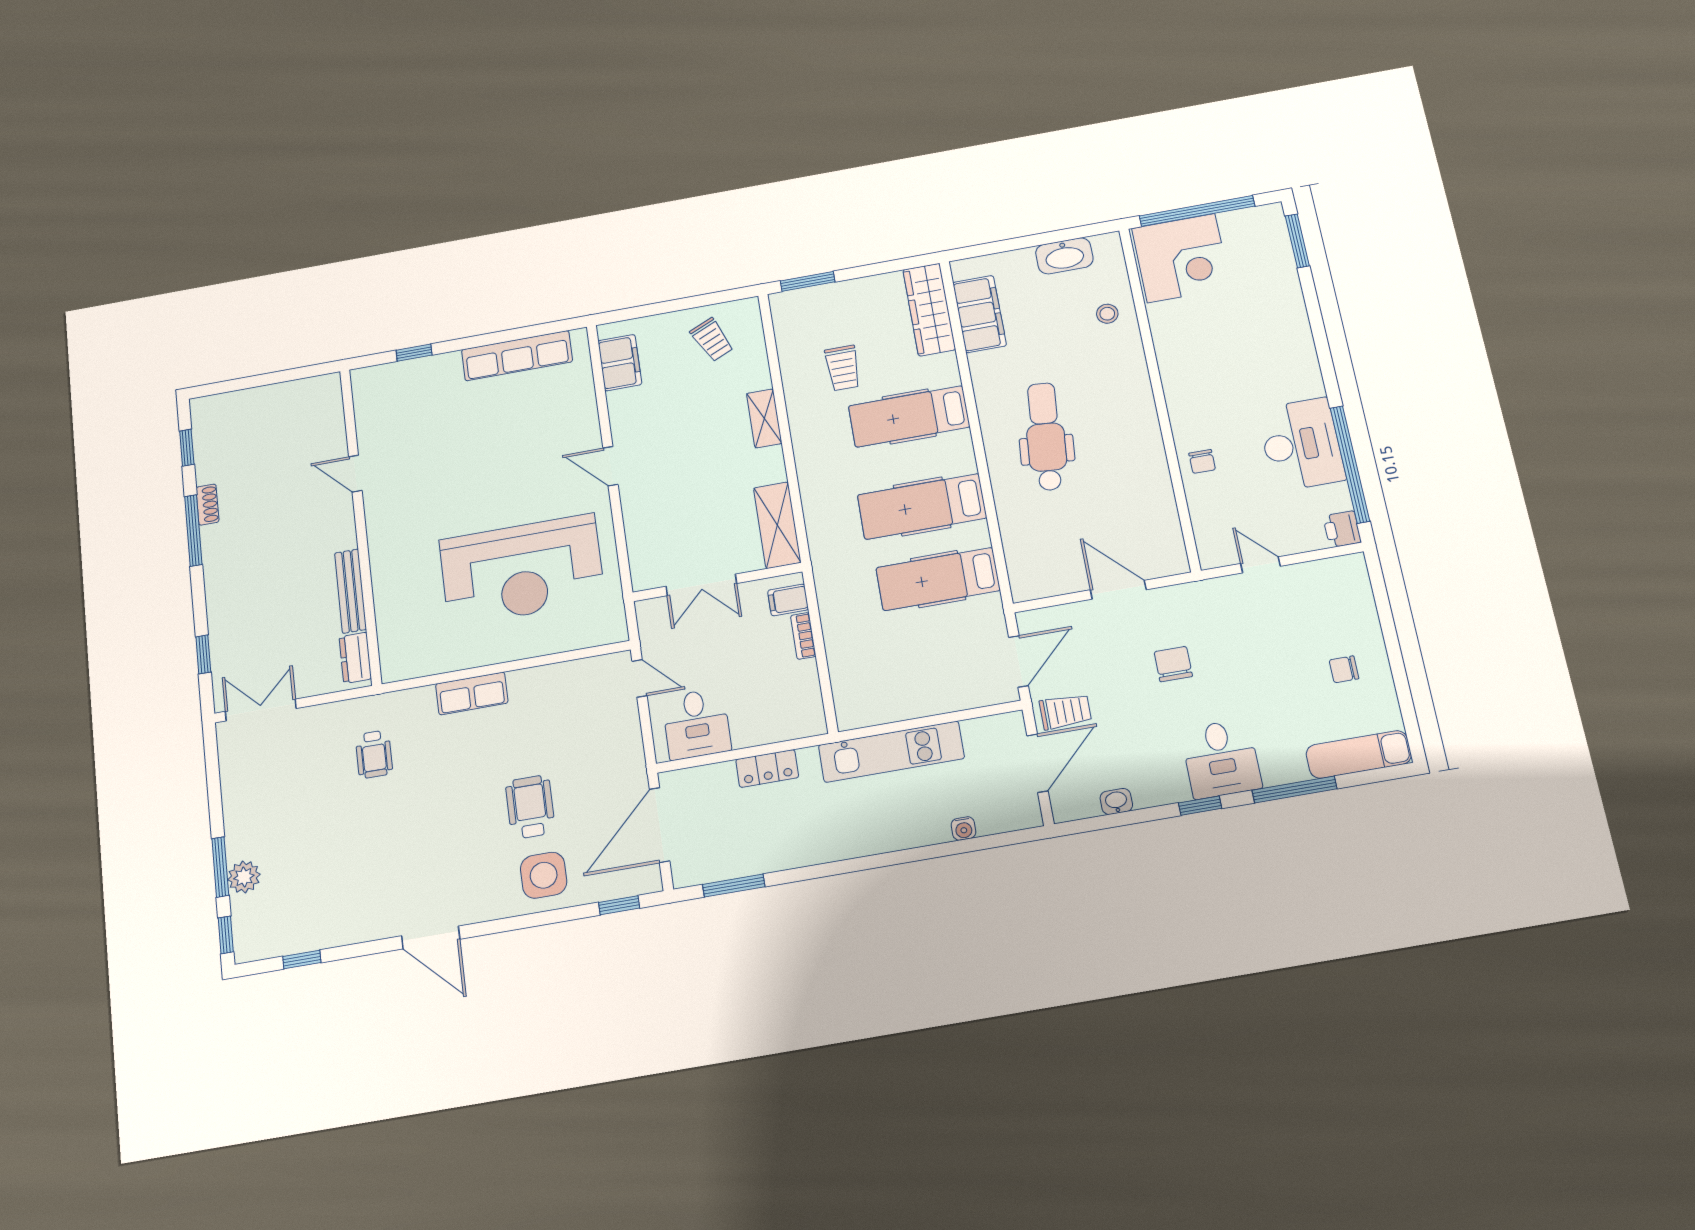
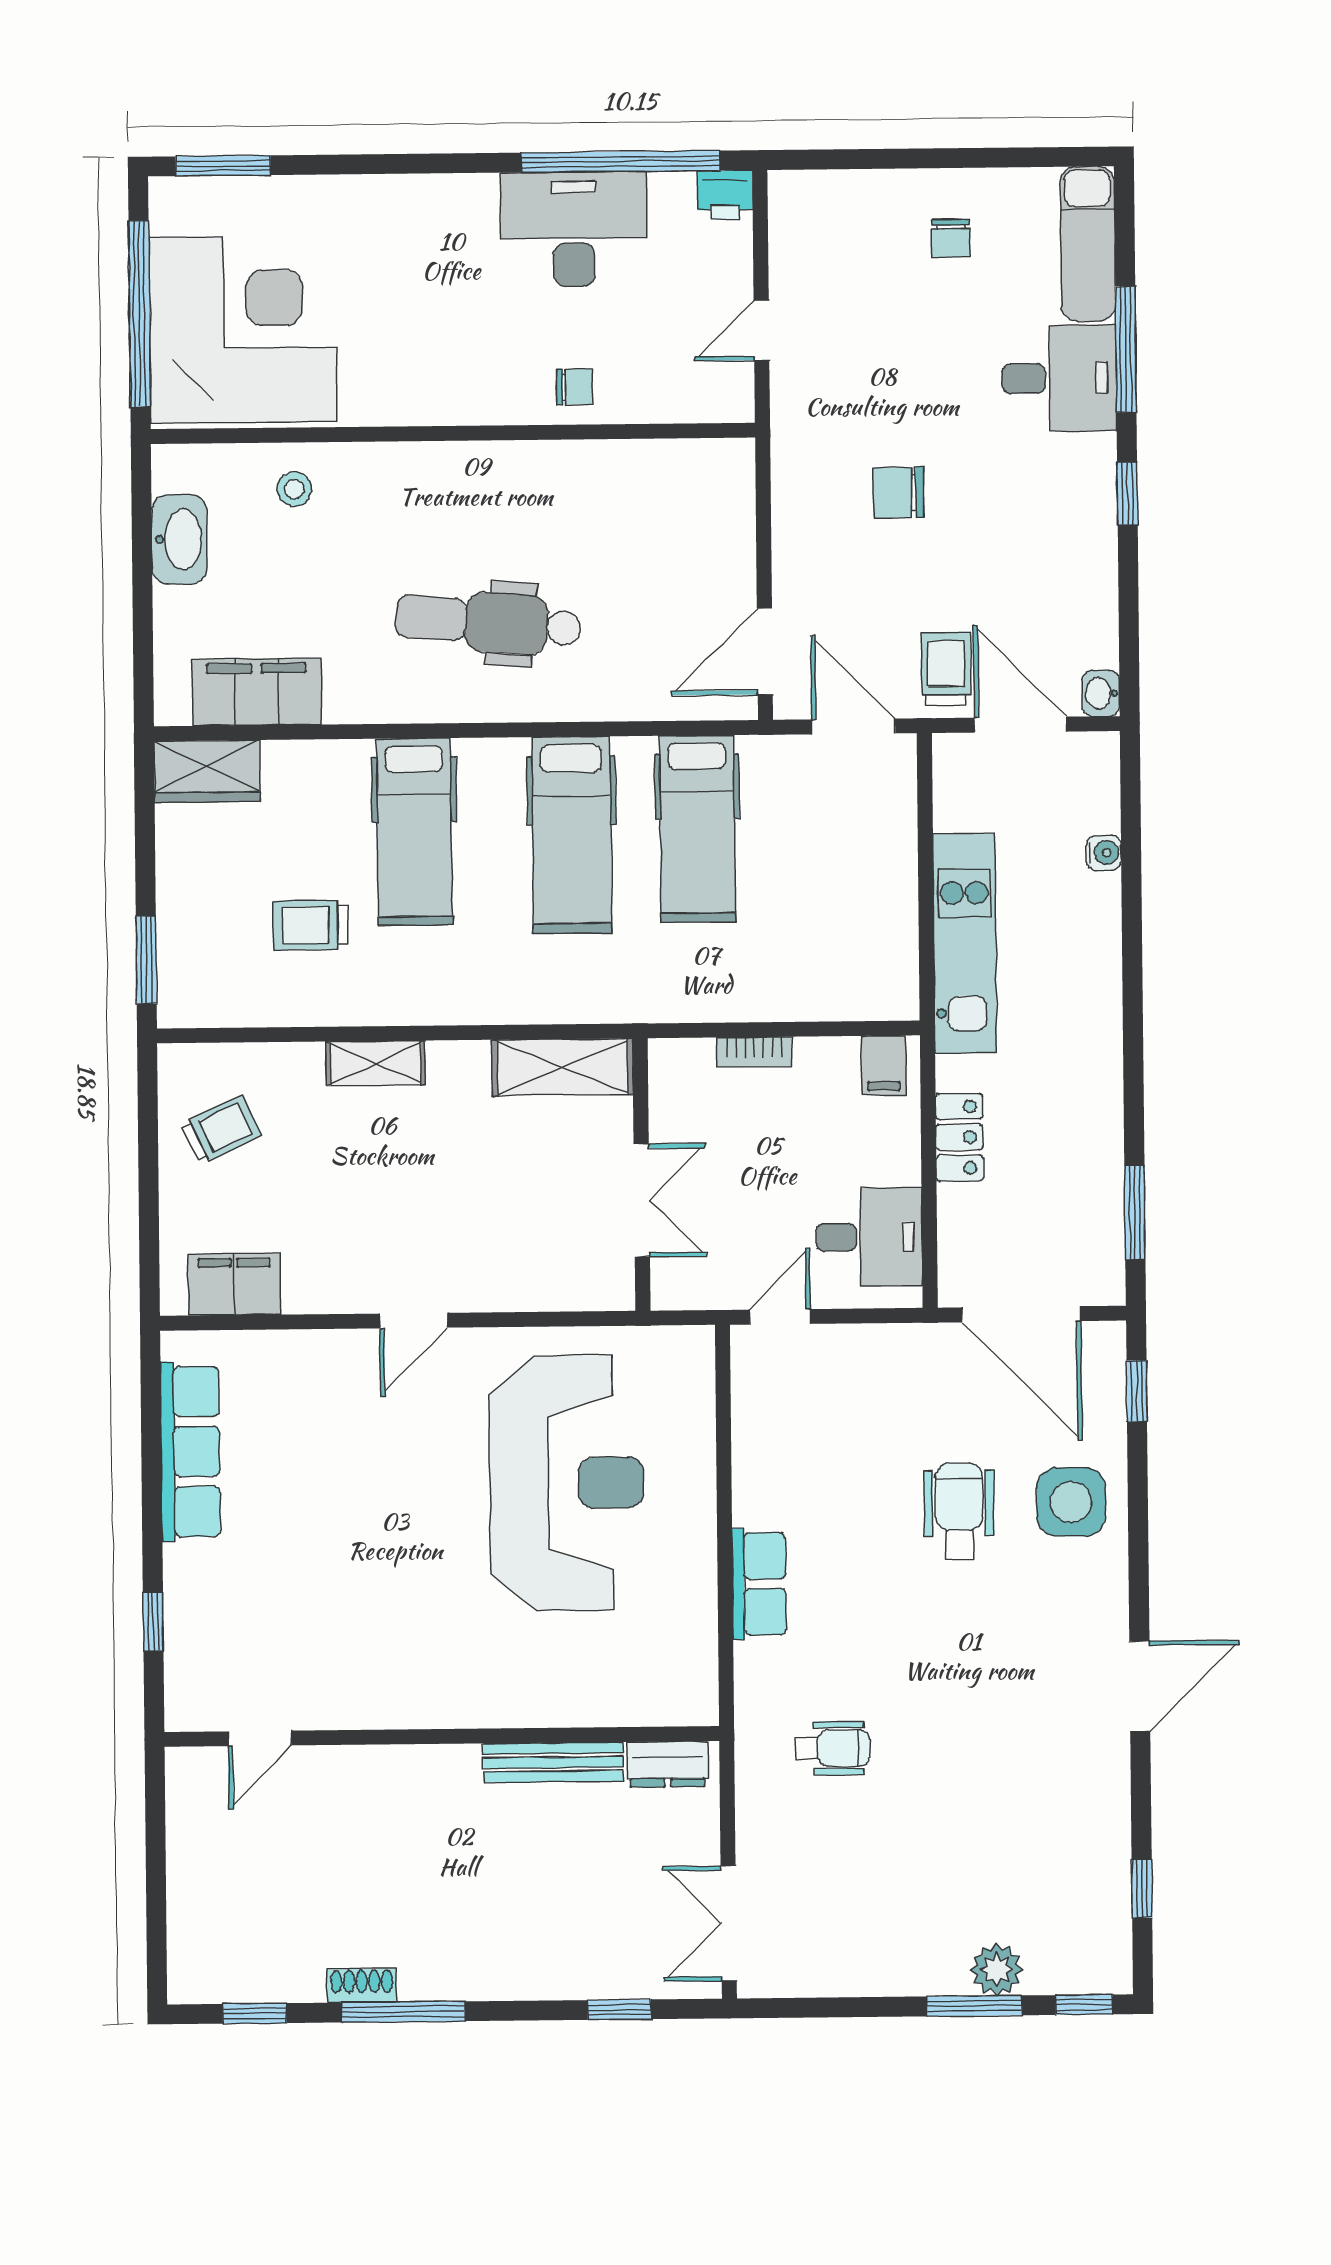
corner desk: (1181, 258) -> (243, 329), width x1.36, depth x1.36
wardrobe: (929, 309) -> (207, 771), width x0.67
trolley: (843, 368) -> (311, 925), turned 180
door: (355, 474) -> (260, 1738), moved
door: (1118, 590) -> (765, 651), moved
filing cabinet: (788, 600) -> (884, 1065), moved
desk: (1221, 759) -> (1059, 378), moved
washbasin: (1116, 801) -> (1101, 693), moved
wheelchair: (530, 807) -> (959, 1511), turned 90

